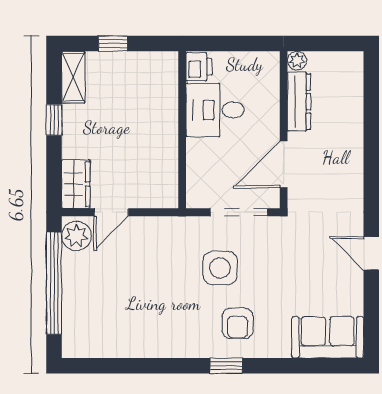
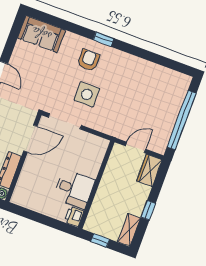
printer: (199, 67) -> (74, 216), moved
desk: (215, 110) -> (74, 189), moved
wall: (182, 130) -> (96, 185), moved
plant: (76, 236) -> (160, 141), removed

